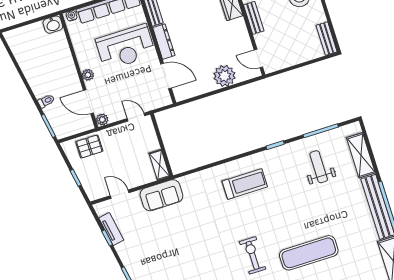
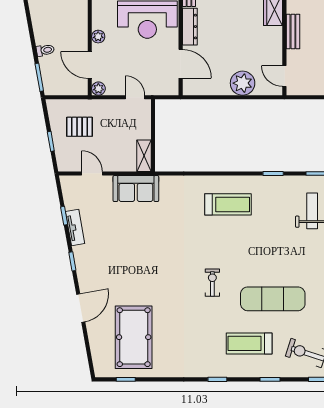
pallet: (89, 146) -> (80, 127), moved
tv unit: (111, 229) -> (75, 227), moved
exercise bike: (253, 255) -> (212, 283), width x0.73, depth x0.72

